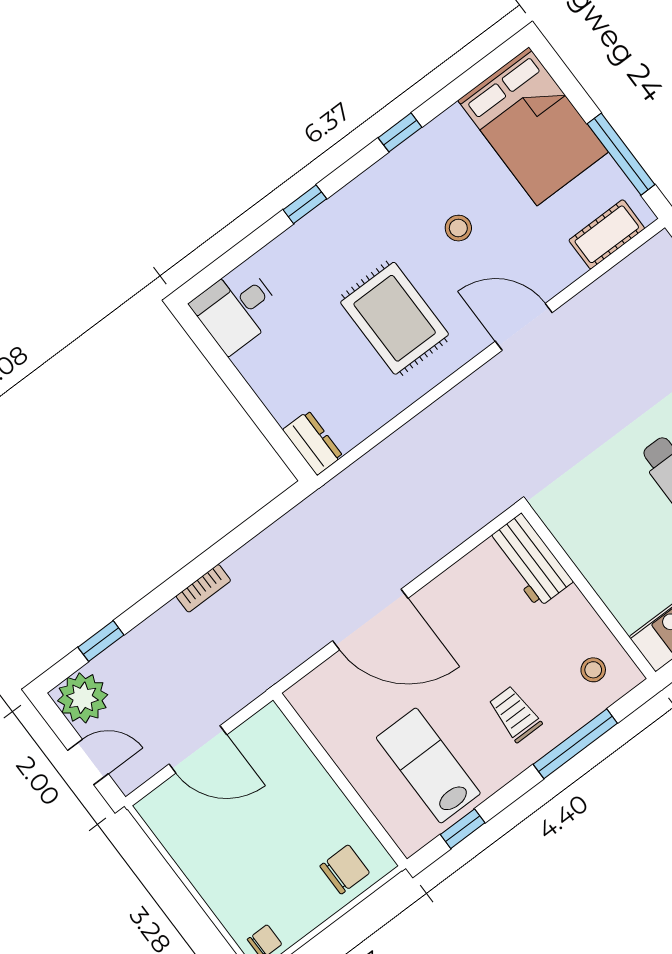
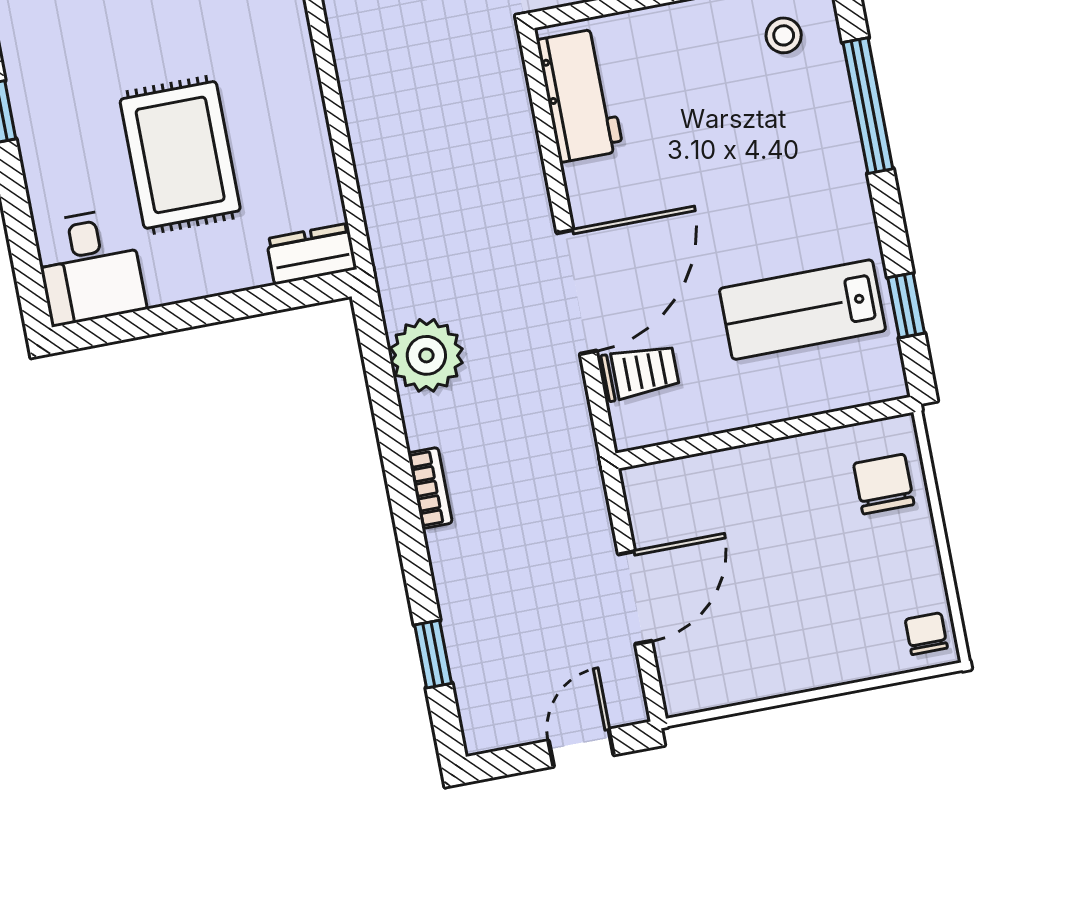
rug: (395, 318) -> (180, 155), moved, turned 90
workbench: (530, 561) -> (580, 95), moved, turned -90
plant: (83, 698) -> (426, 355), moved
trolley: (515, 714) -> (640, 372), moved, turned 180

